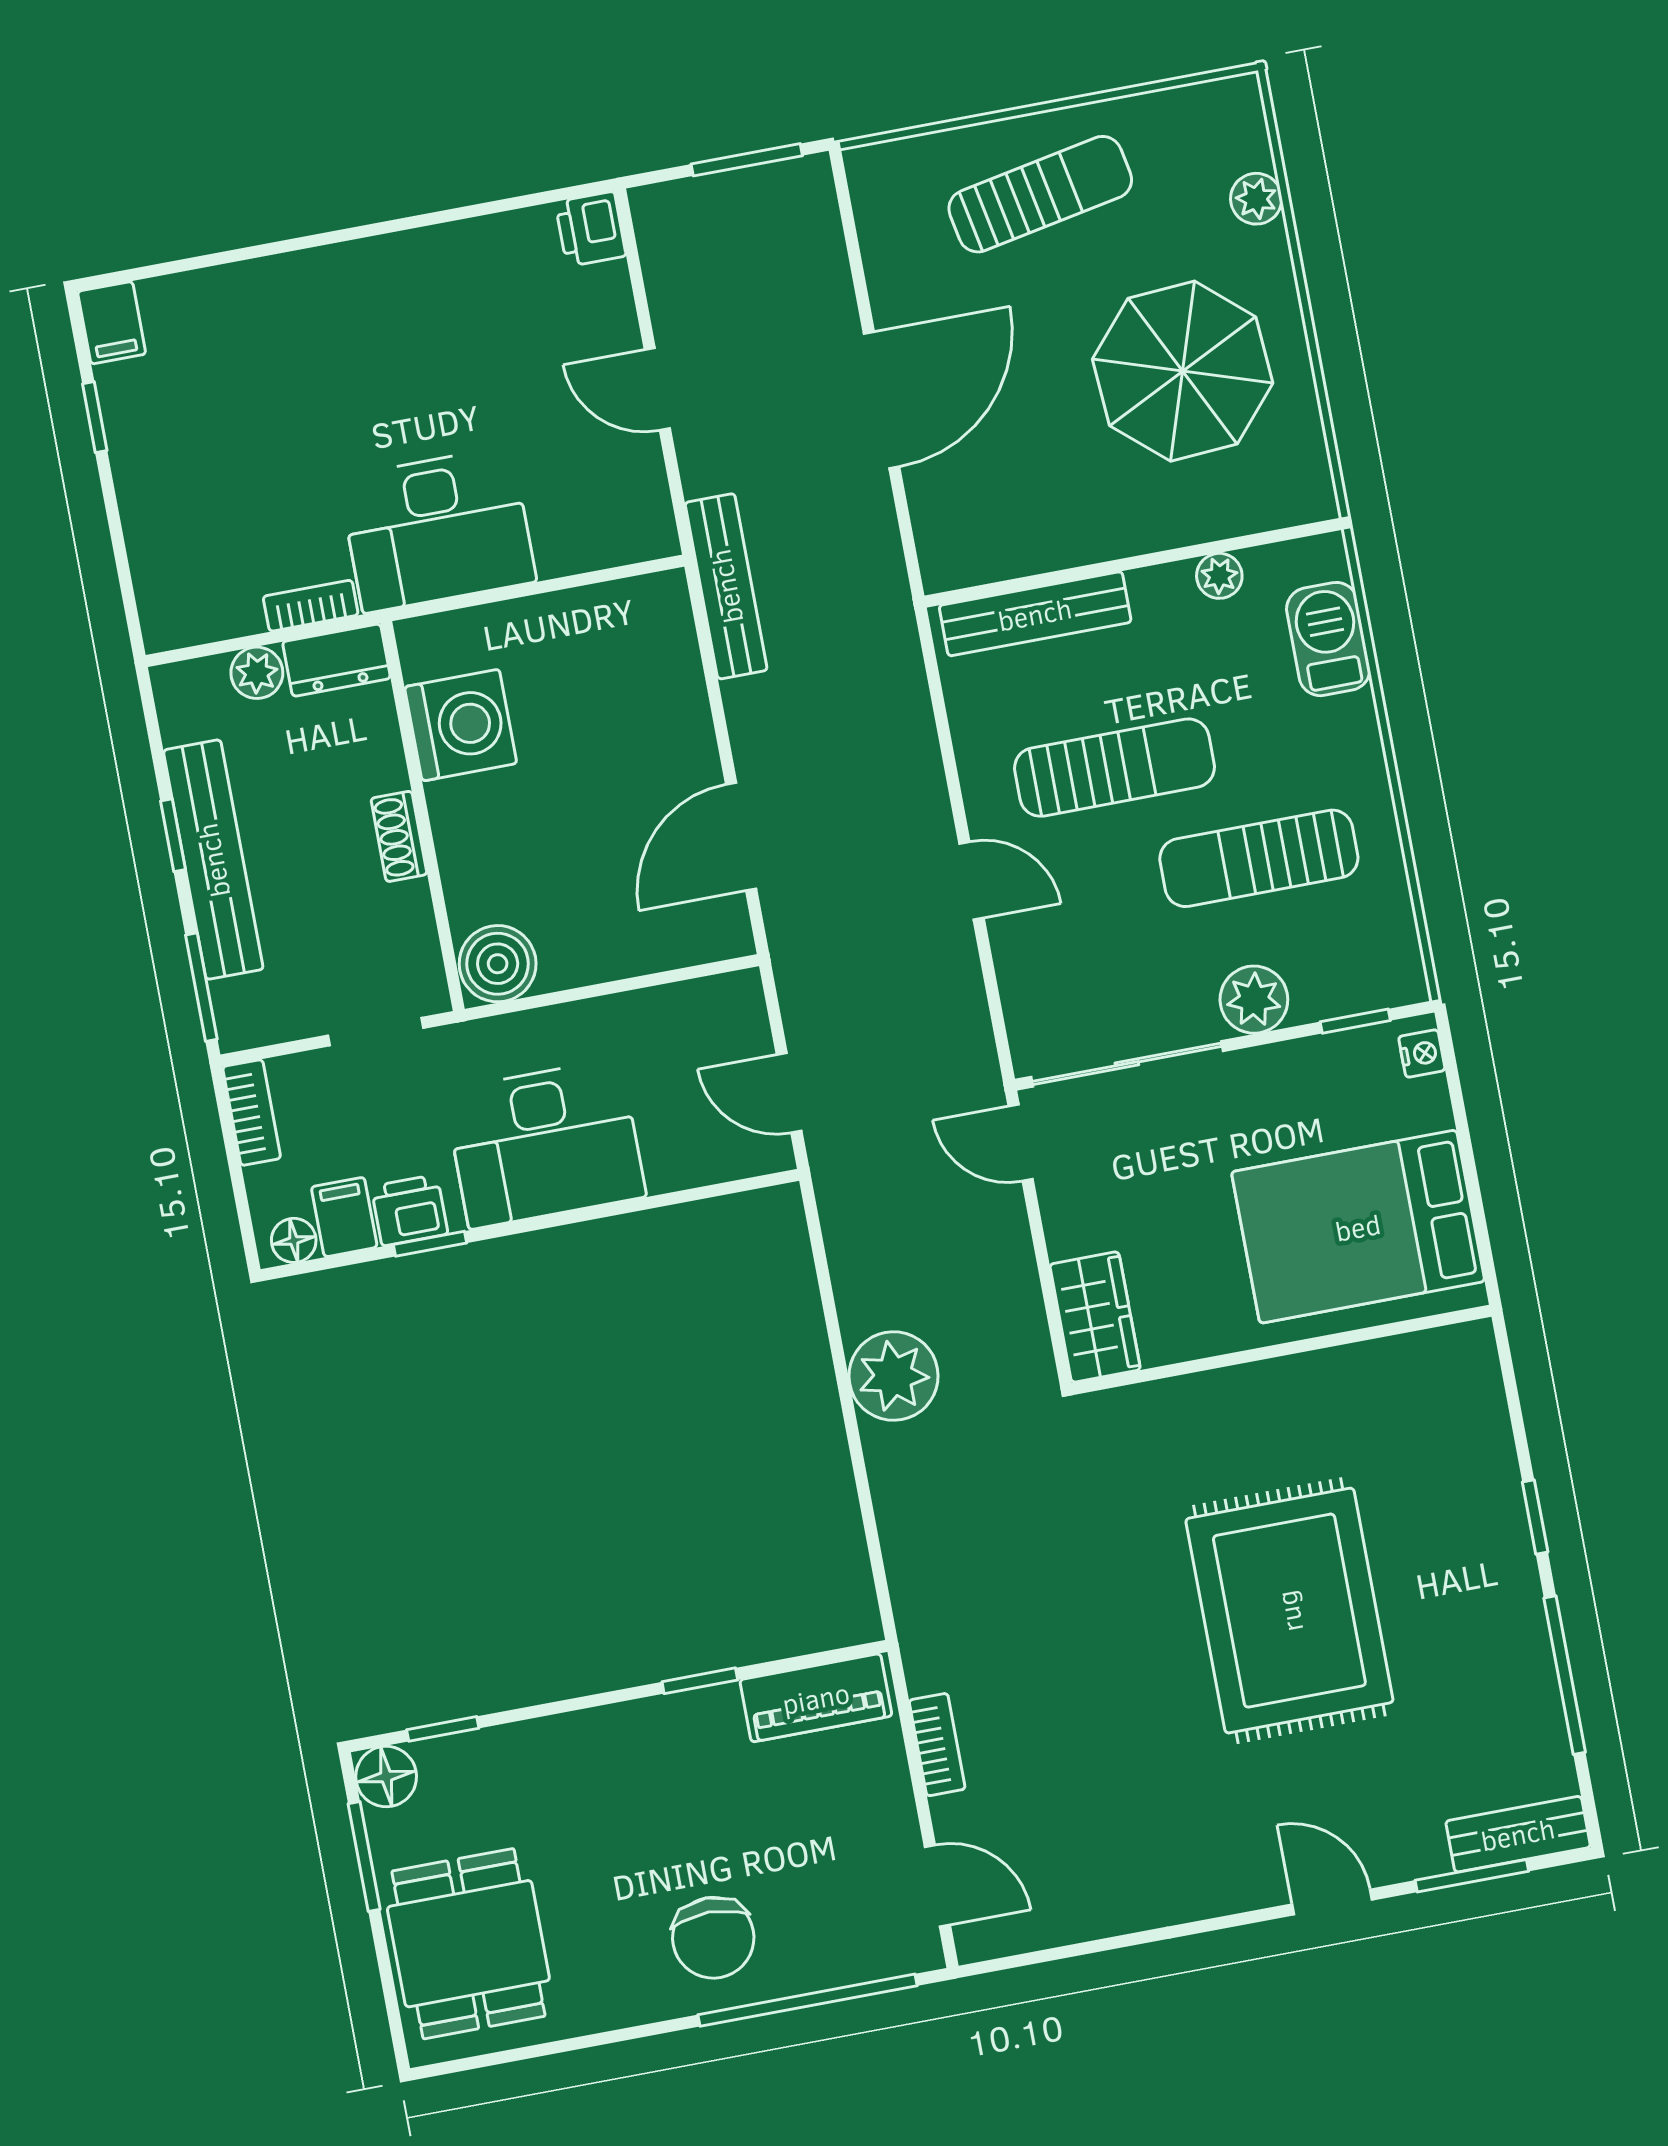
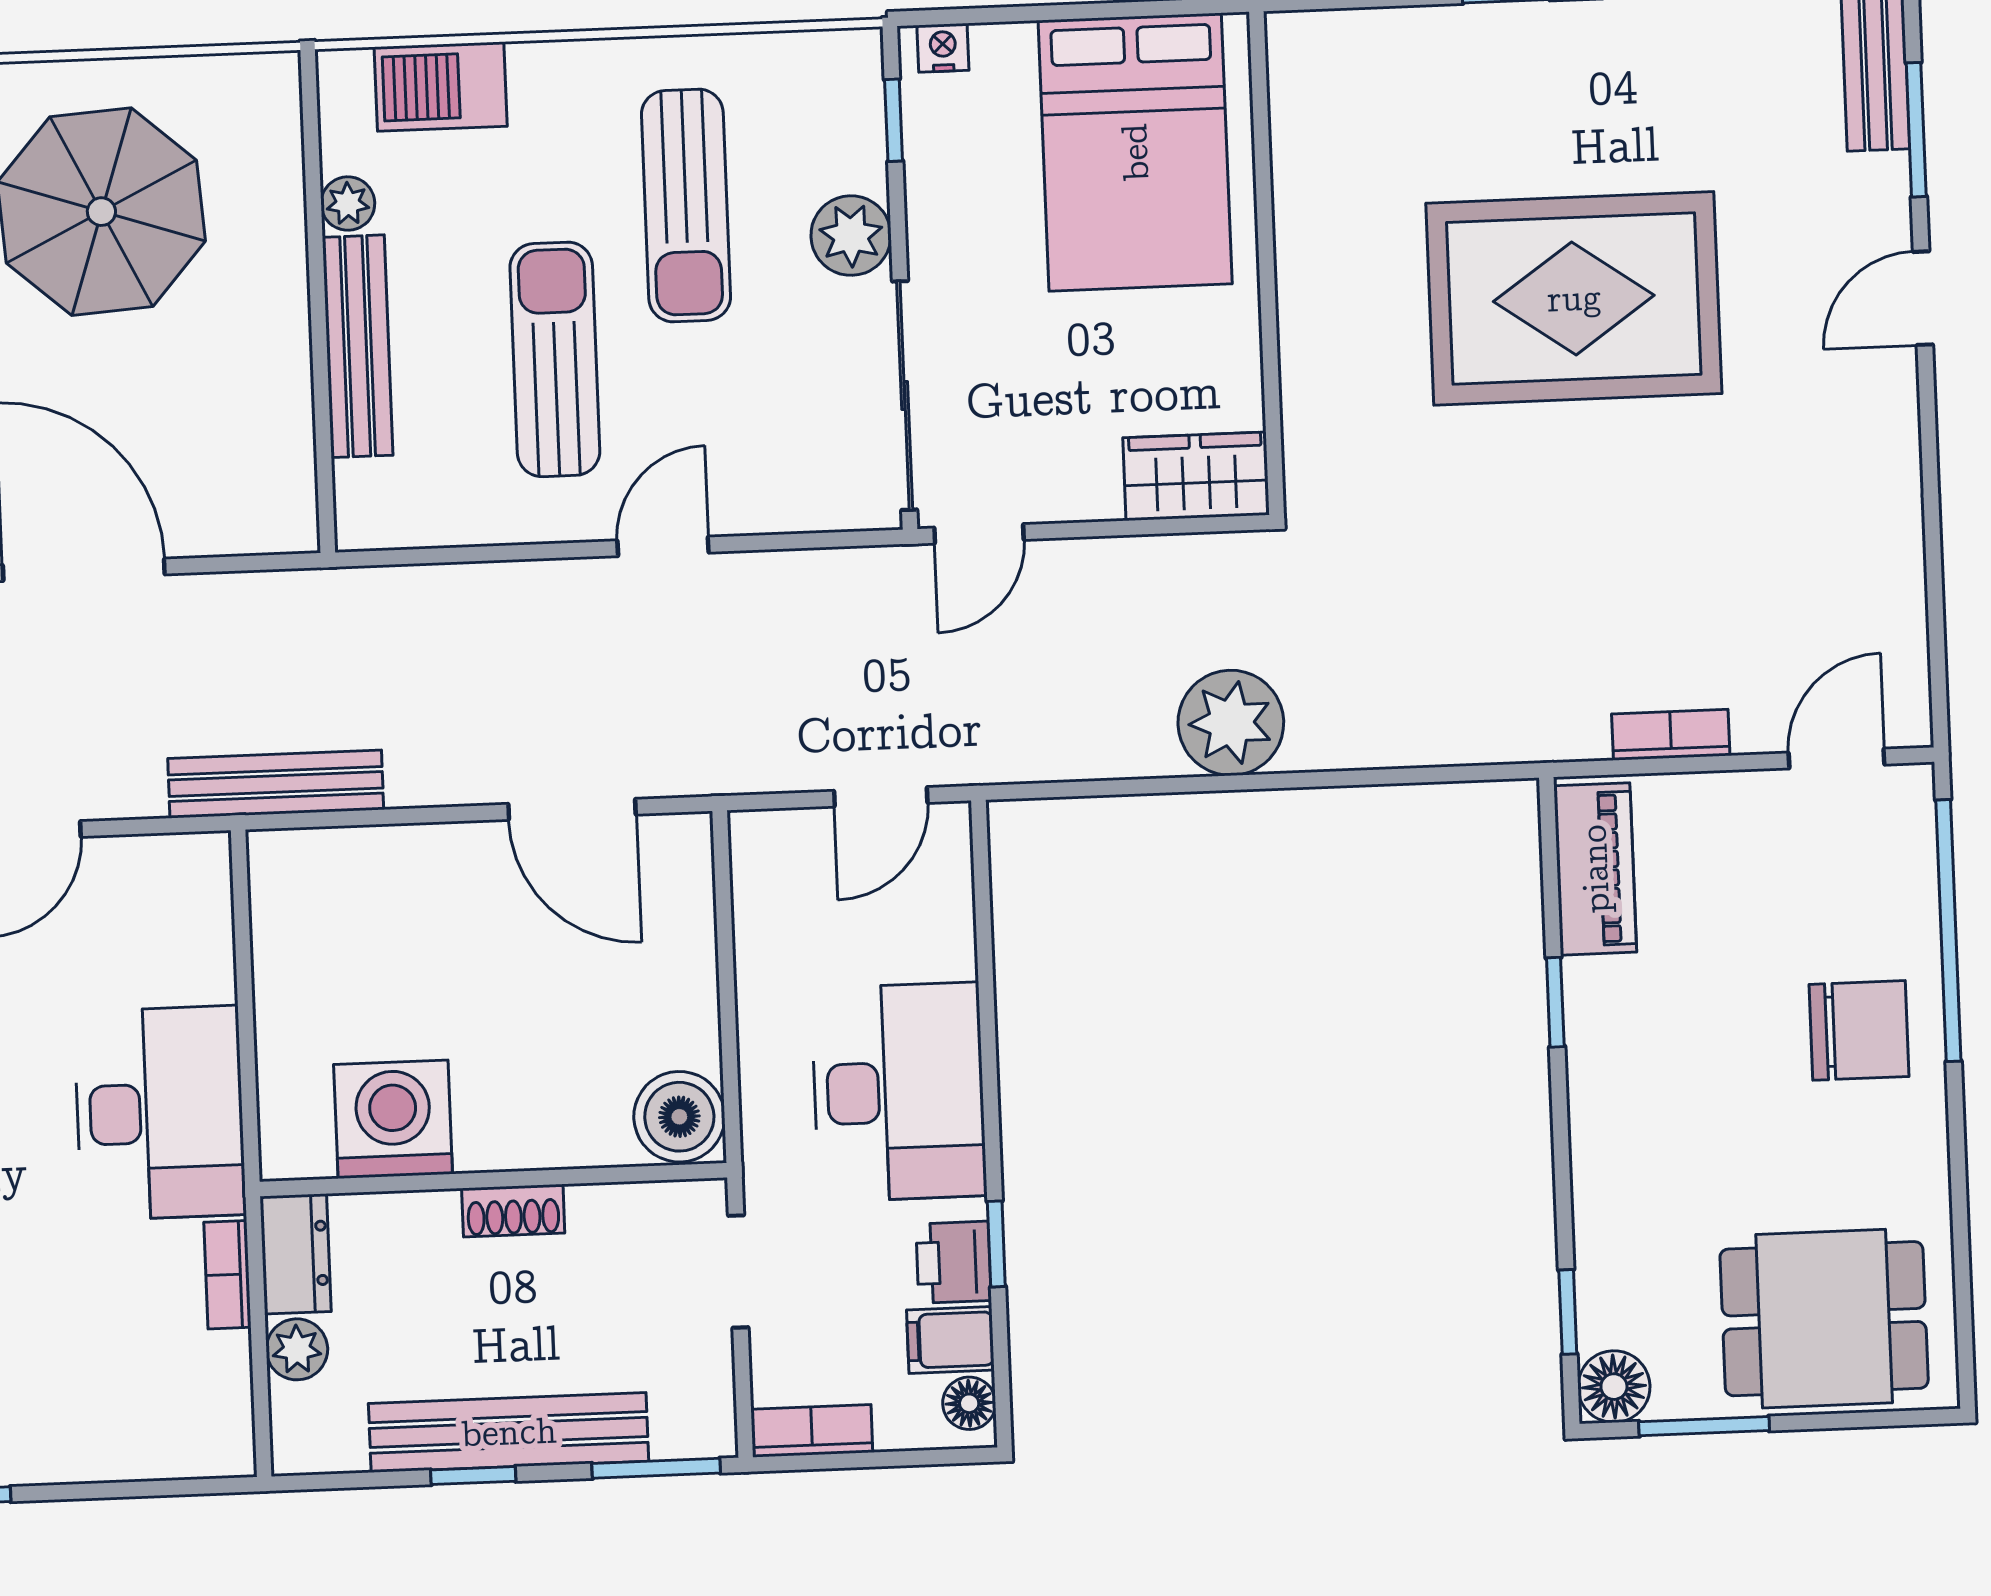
bench: (1035, 614) -> (358, 346), moved

